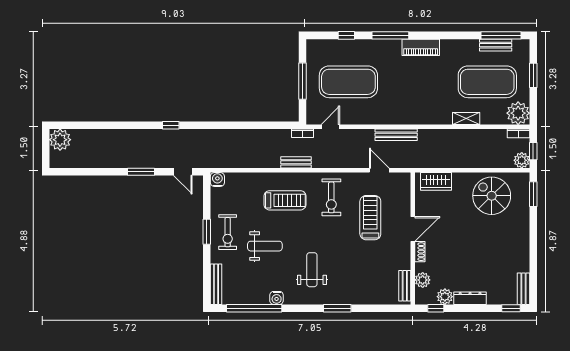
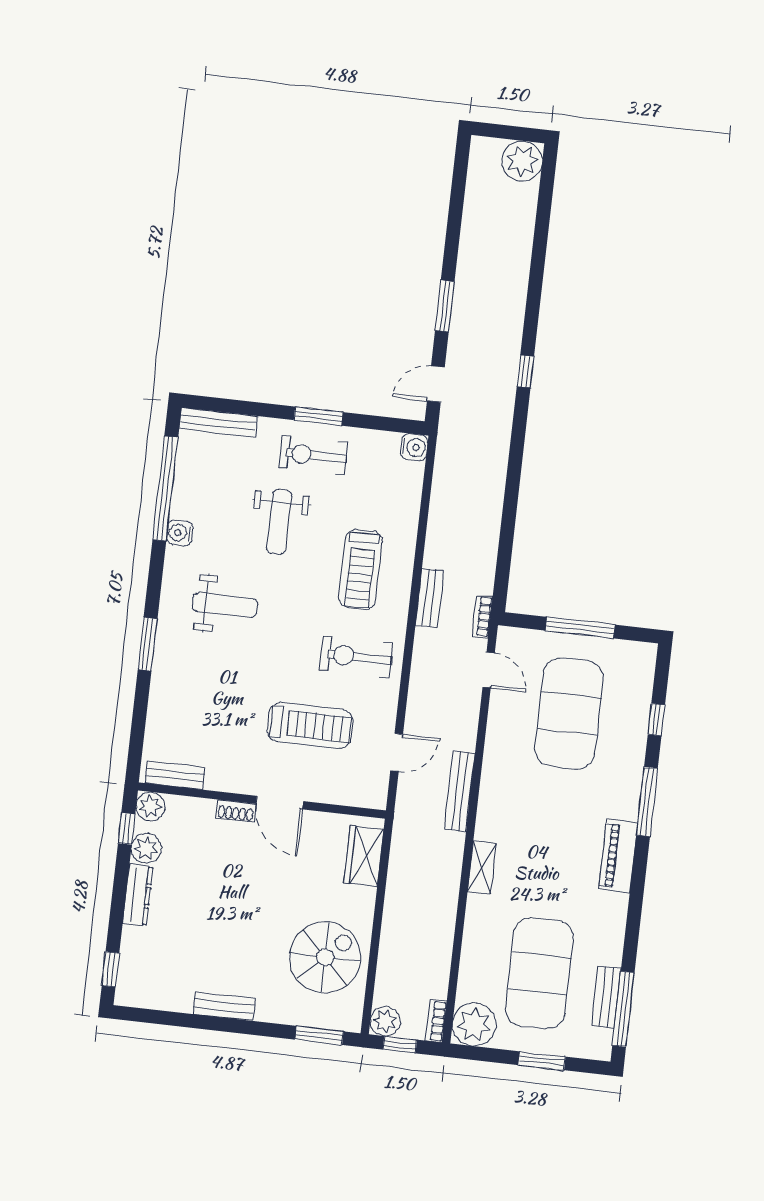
shelving: (466, 119) -> (482, 868), moved
plant: (423, 280) -> (150, 806), moved
bench: (524, 289) -> (224, 1006), moved

